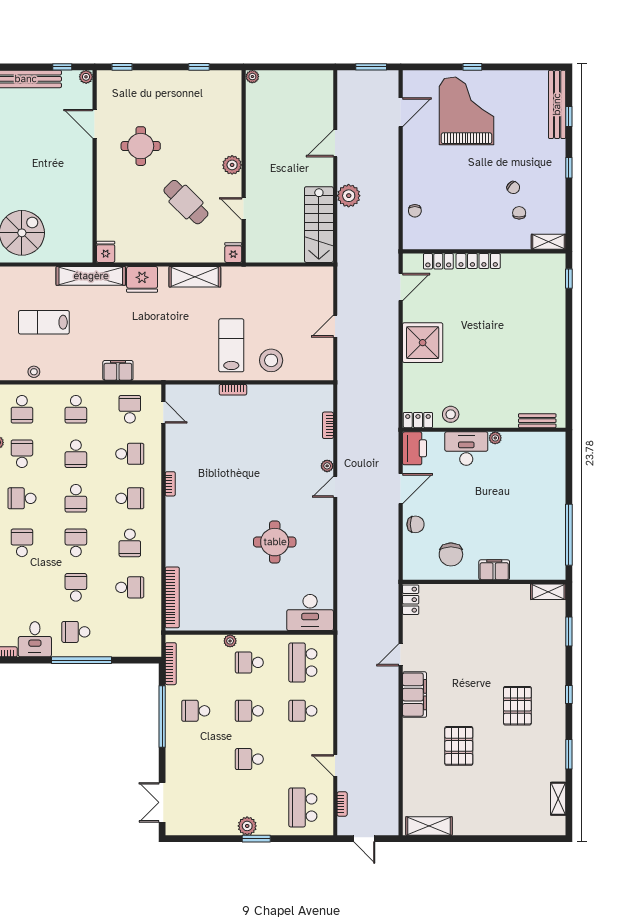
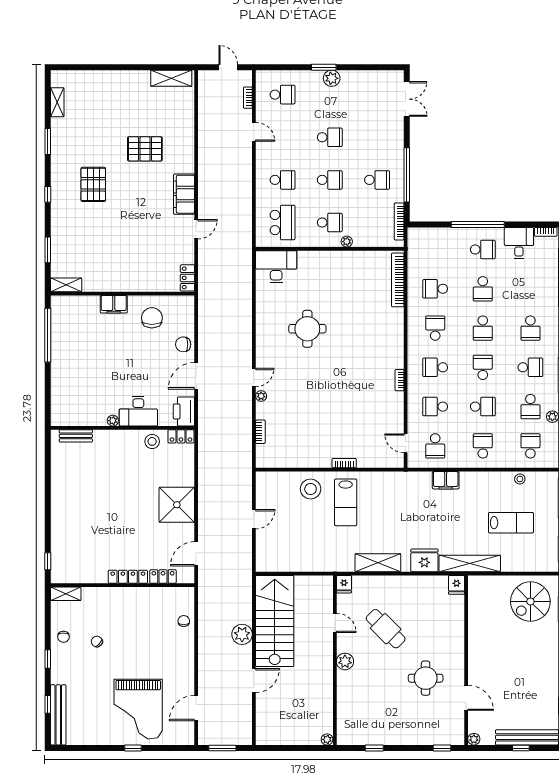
window: (62, 67) -> (521, 748), moved
chair: (519, 213) -> (63, 637), moved
stairs: (319, 225) -> (275, 621), width x1.36, depth x1.51
school desk: (76, 454) -> (483, 407), turned 90
pallet: (459, 746) -> (145, 149), turned 90
school desk: (303, 807) -> (283, 95), width x0.54

